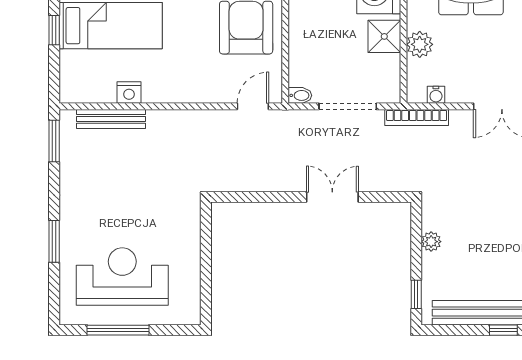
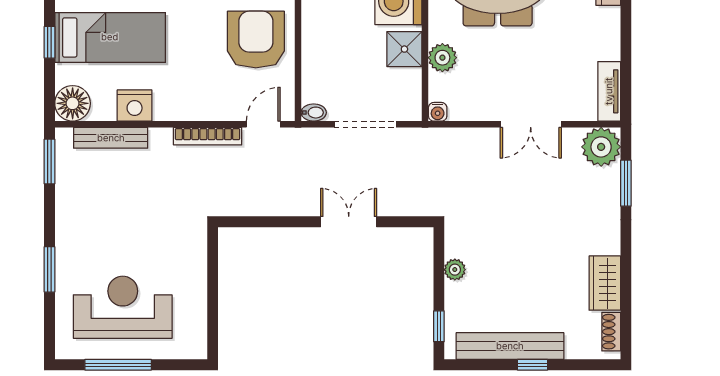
floor lamp: (76, 87) -> (73, 103), added
nightstand: (129, 92) -> (135, 106), width x1.36, depth x1.33
water cooler: (436, 95) -> (438, 112), moved
bookcase: (417, 117) -> (208, 136), moved

